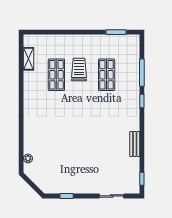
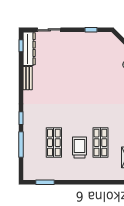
trolley: (79, 69) -> (79, 147), turned 180
dresser: (133, 176) -> (29, 49), added

